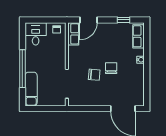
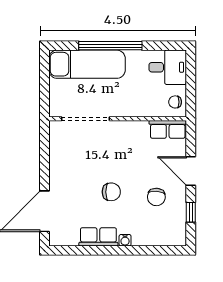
door: (88, 20) -> (191, 171), moved
row of seats: (138, 36) -> (98, 237), moved
chair: (94, 75) -> (156, 197), moved
exam couch: (31, 89) -> (87, 64), width x1.36, depth x1.45

